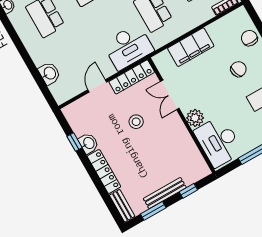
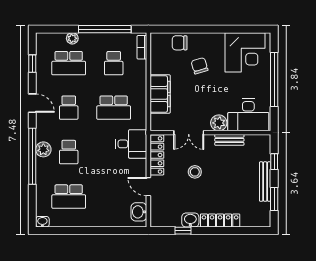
desk: (128, 47) -> (131, 144), width x0.73
washbasin: (49, 73) -> (139, 212), moved, turned -90
bench: (122, 206) -> (229, 140), moved

